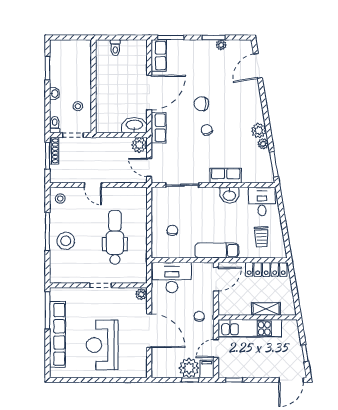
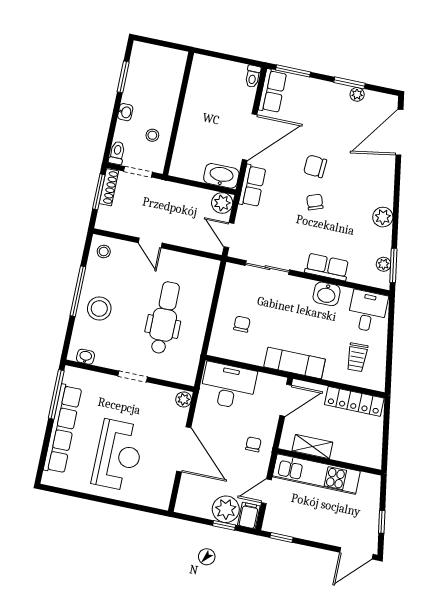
toilet: (115, 48) -> (253, 76), moved
door: (258, 66) -> (399, 132), width x1.36
plant: (263, 144) -> (384, 264), moved
washbasin: (63, 278) -> (85, 357), added
shelving: (266, 309) -> (312, 447), moved
reception desk: (102, 345) -> (118, 455), turned 180

